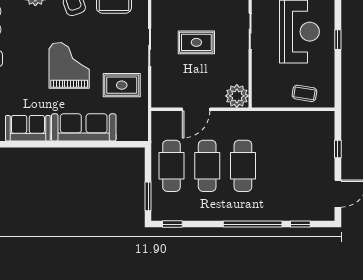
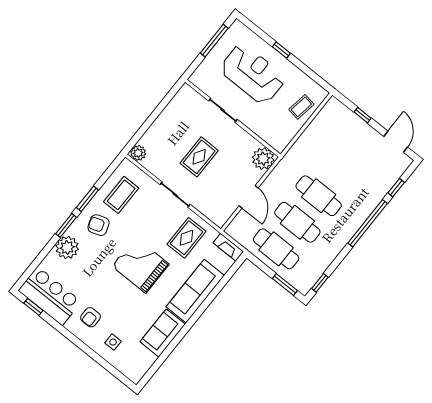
fireplace: (141, 126) -> (228, 247), added

